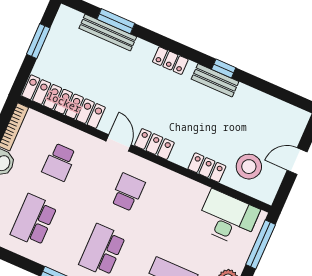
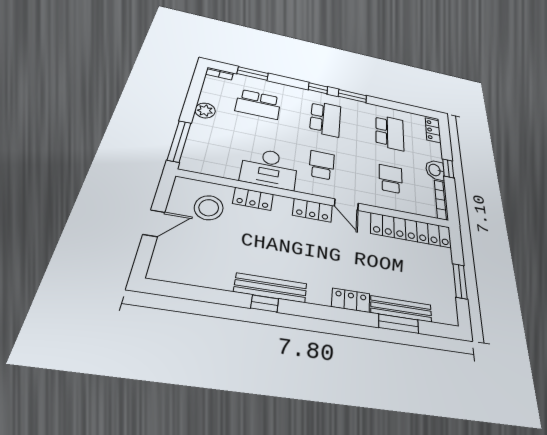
locker: (170, 61) -> (351, 300), moved
bench: (215, 80) -> (271, 288), width x1.36
school desk: (128, 192) -> (322, 165), turned 180
desk: (228, 218) -> (269, 168), moved

